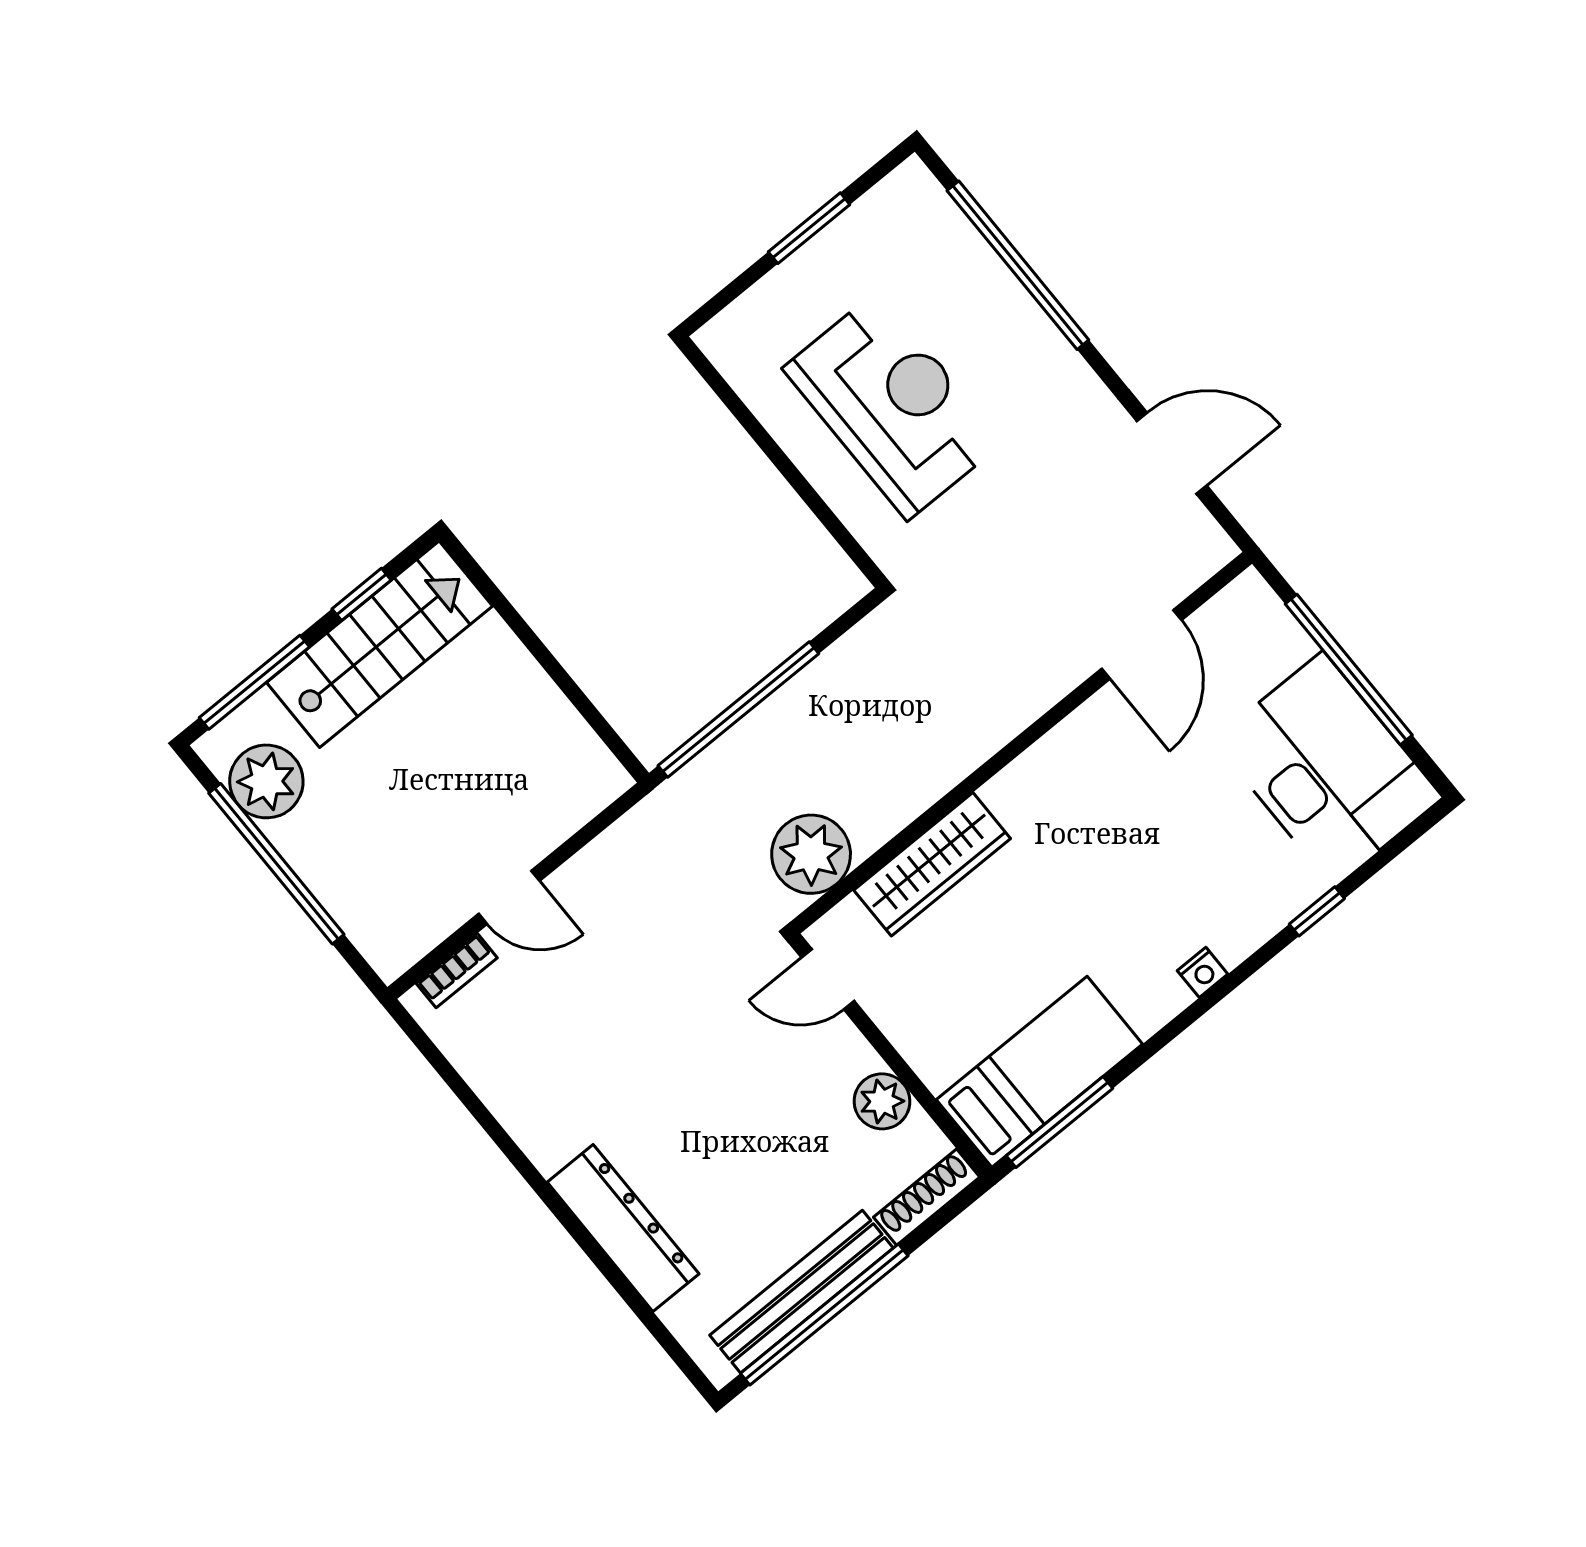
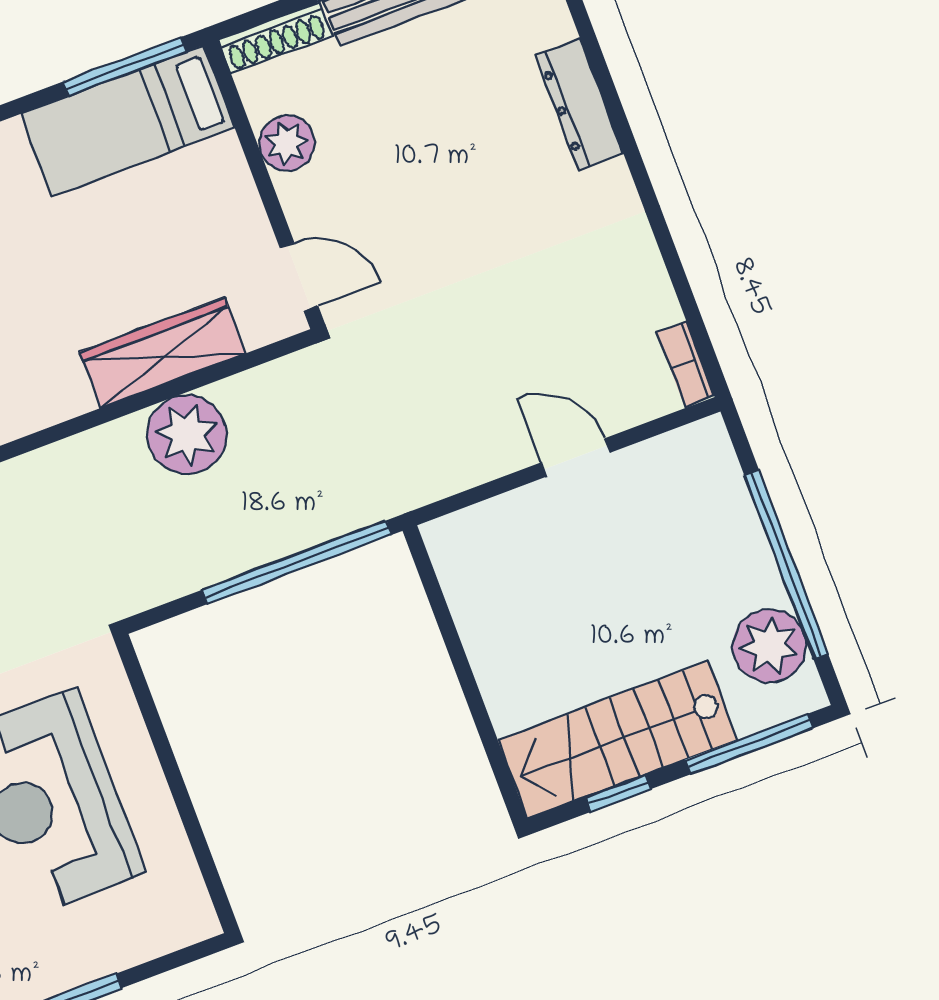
plant: (811, 854) -> (187, 434), moved
bookcase: (457, 971) -> (686, 364), moved, turned -90
dresser: (623, 1228) -> (579, 104), width x0.73, depth x0.80

